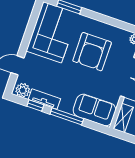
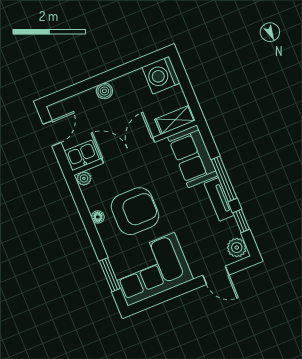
floor lamp: (107, 28) -> (98, 217), added
tv unit: (44, 99) -> (219, 199), moved

